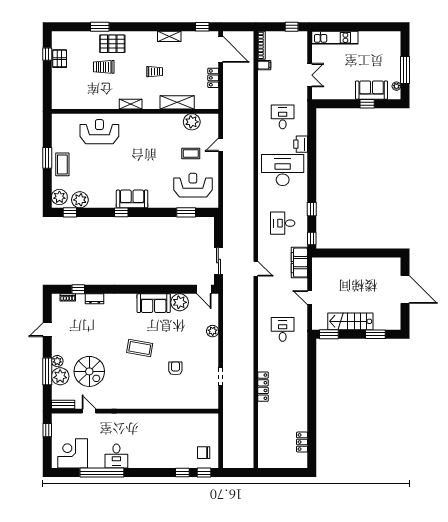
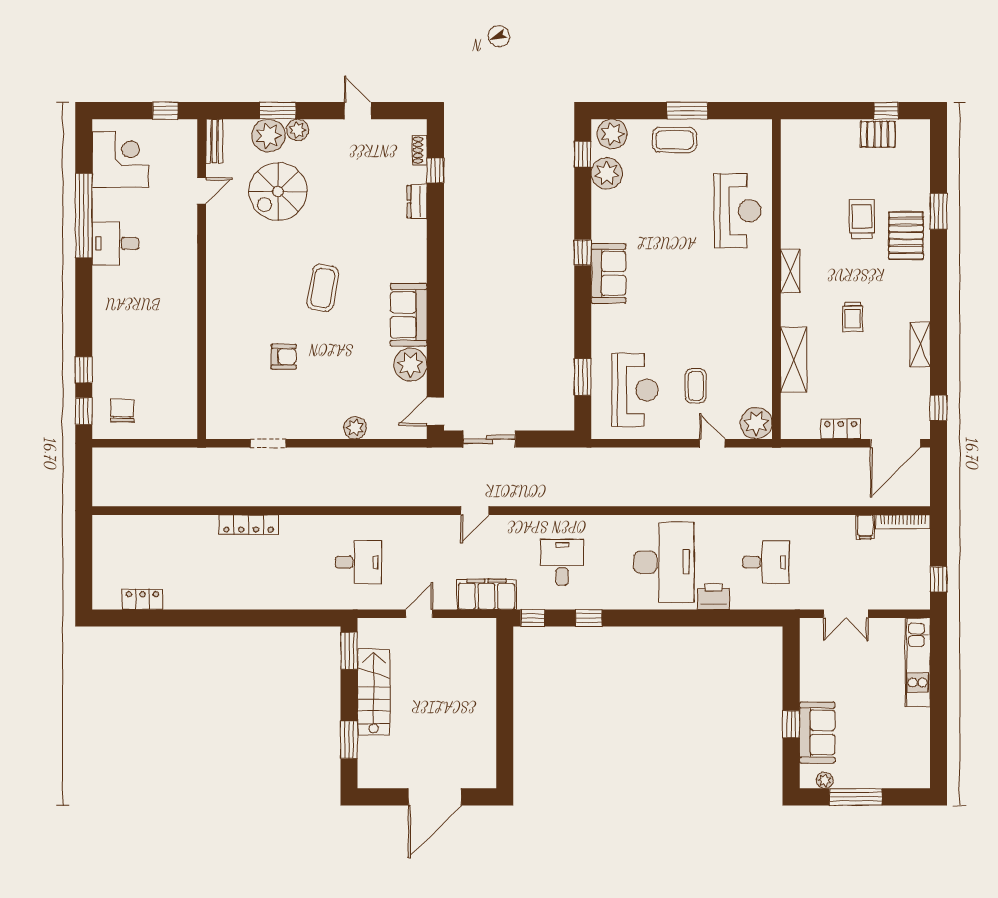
plant: (192, 122) -> (756, 423), moved
window: (47, 371) -> (278, 111), width x0.69

